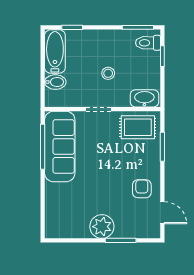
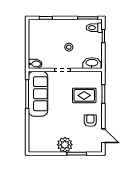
bathtub: (55, 51) -> (35, 33), removed
bidet: (55, 82) -> (35, 64), moved
rug: (138, 127) -> (84, 95), moved

